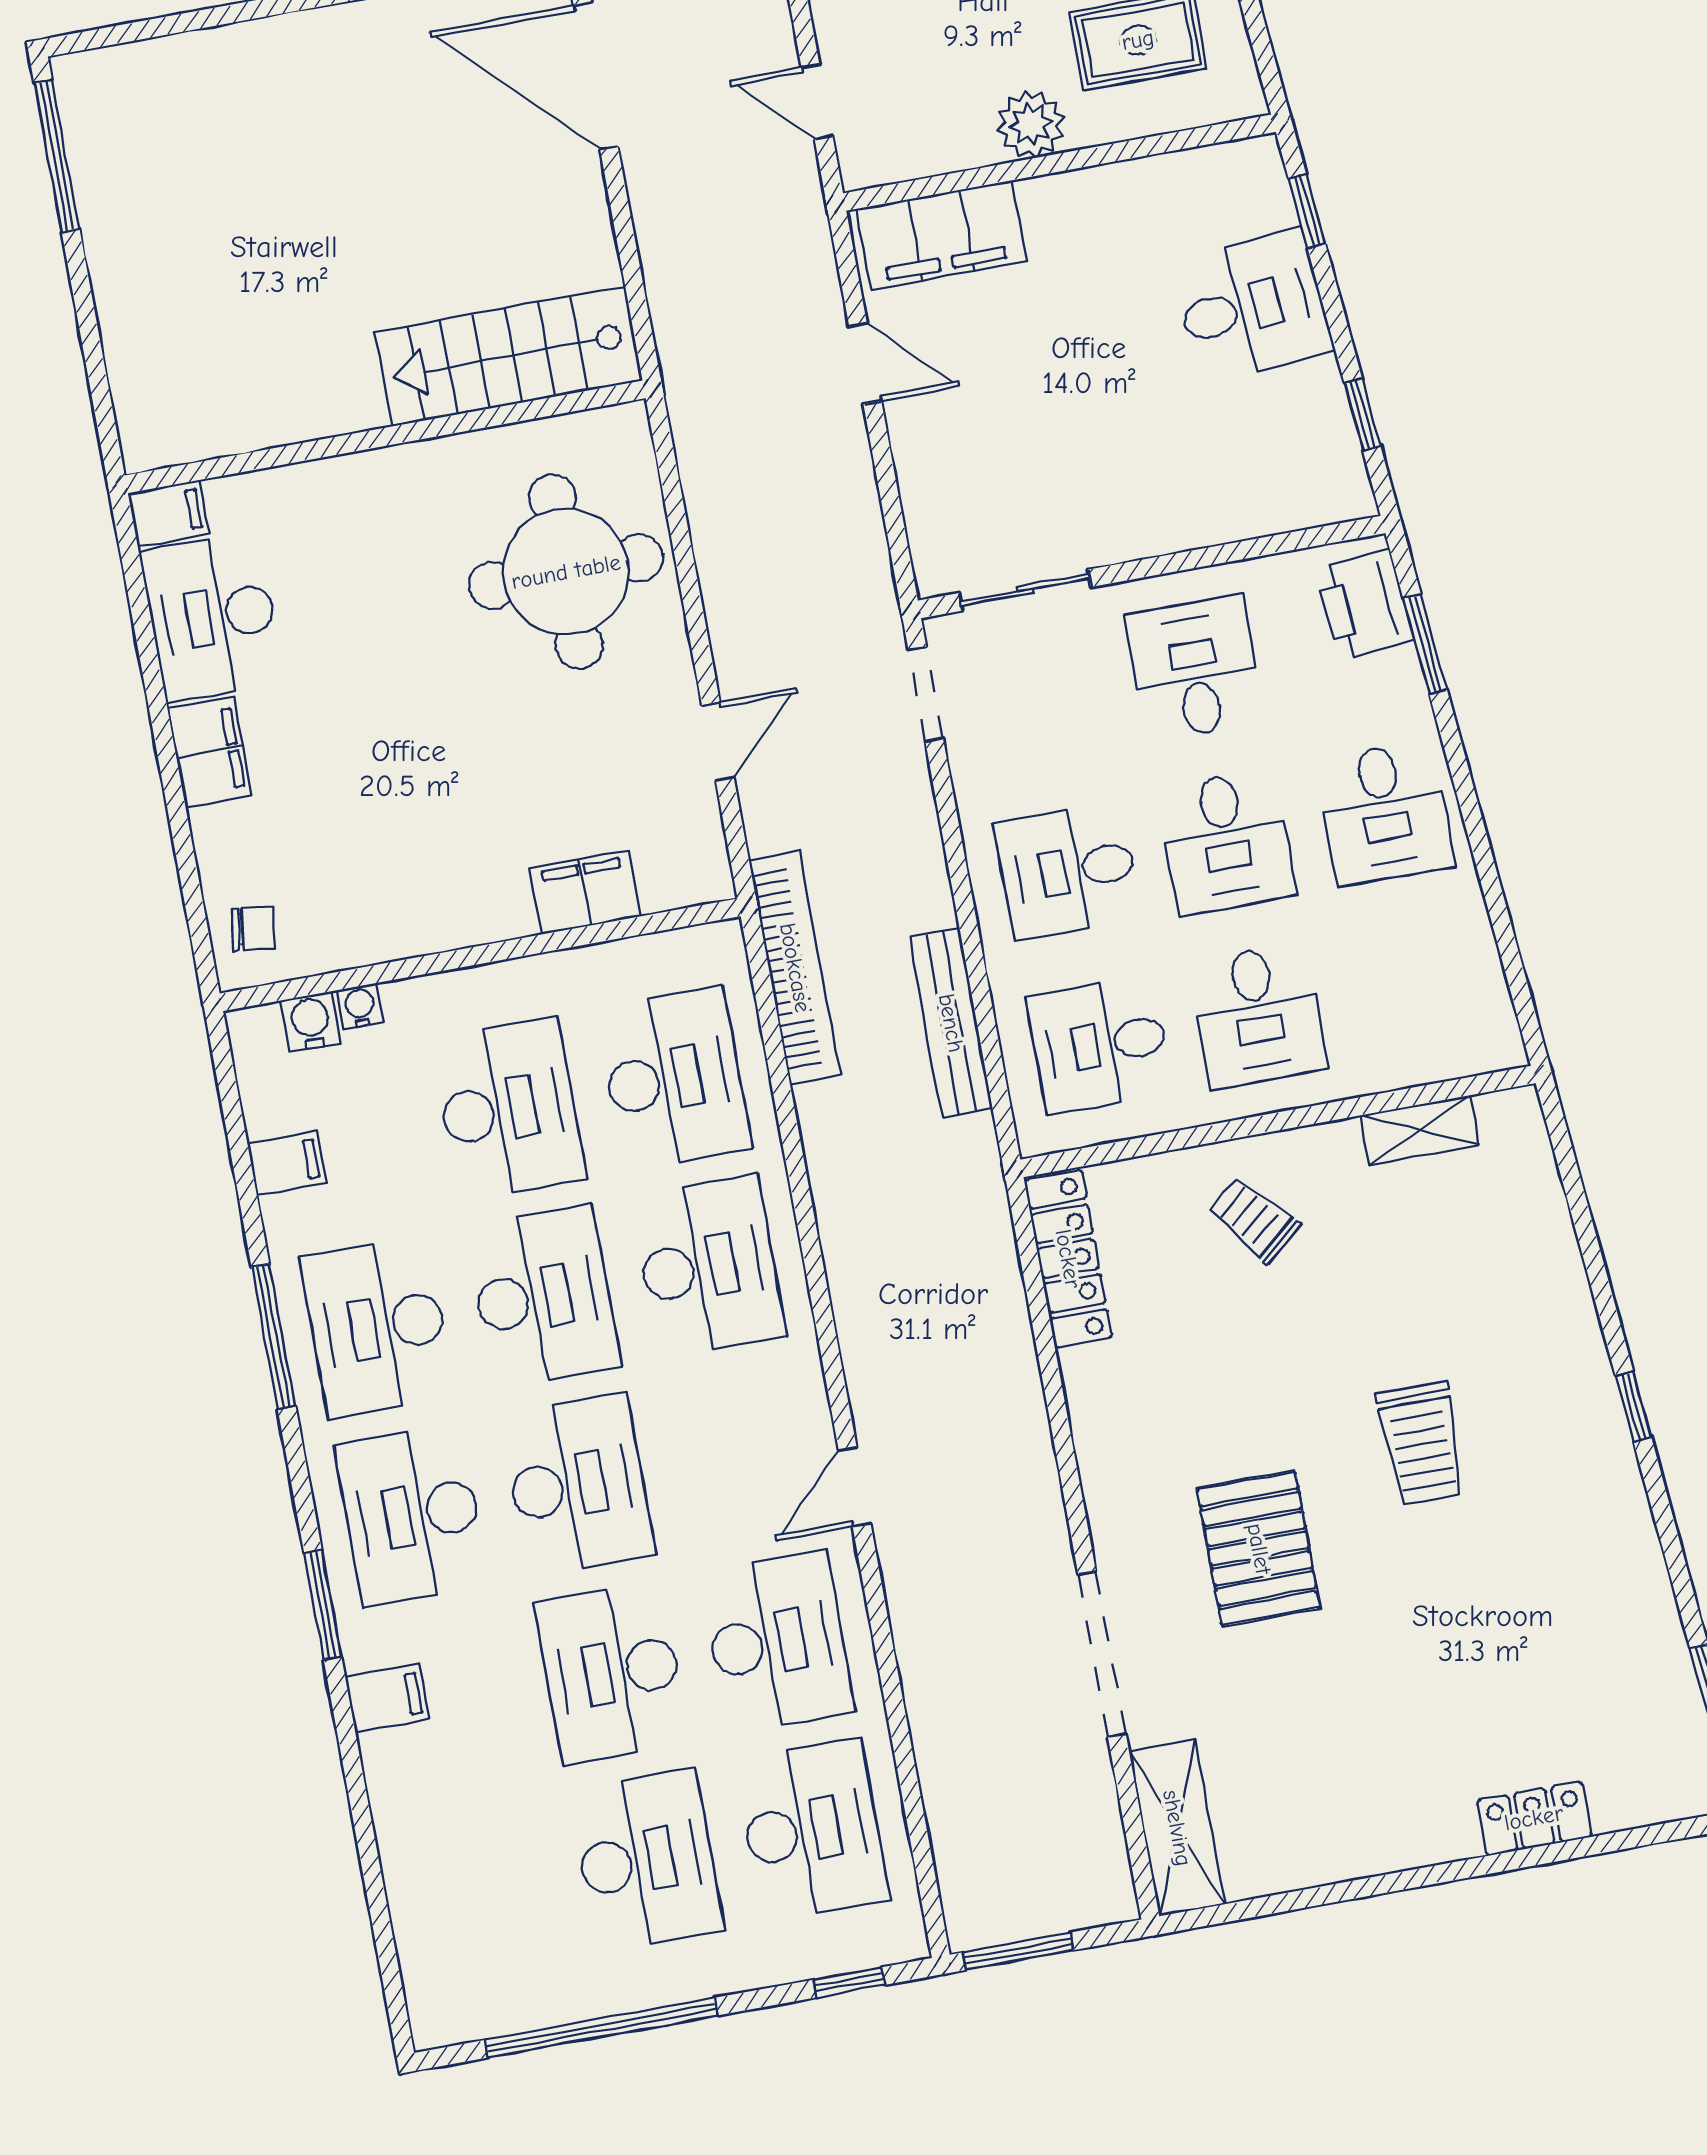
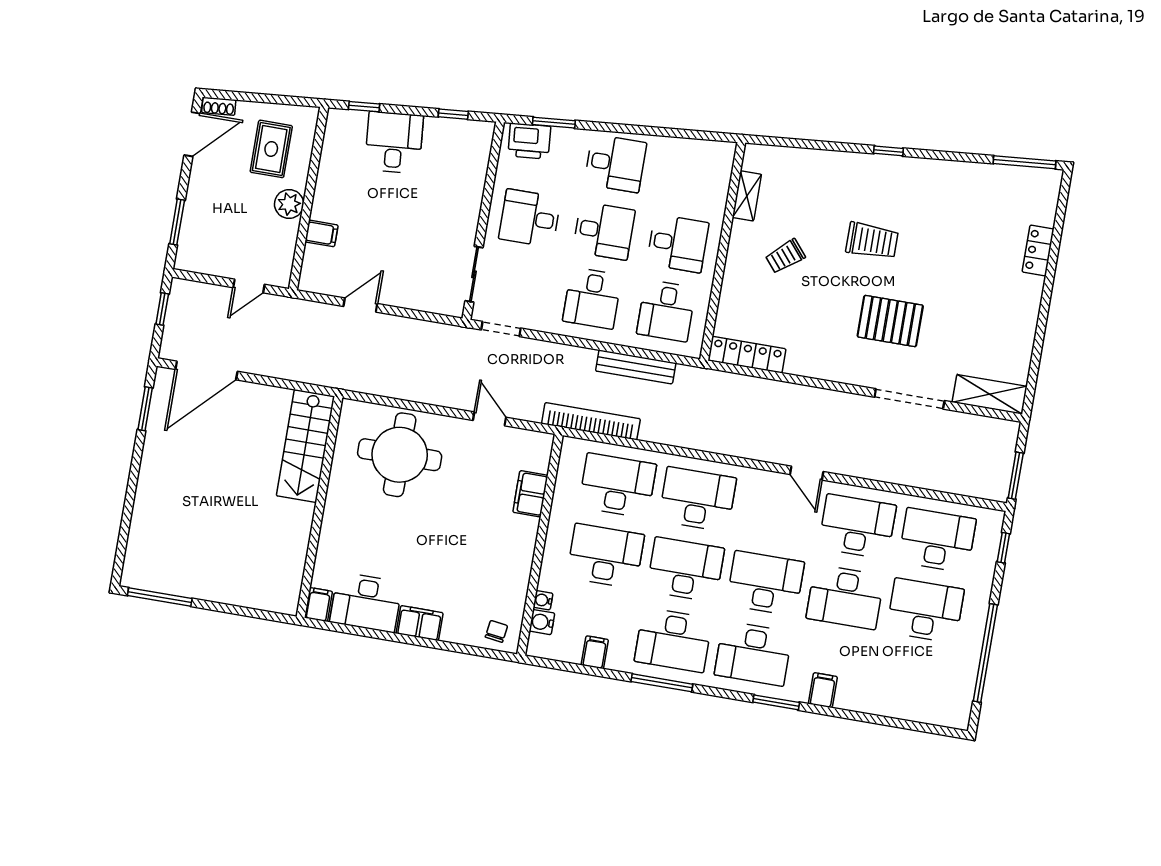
filing cabinet: (941, 235) -> (321, 233), width x0.33, depth x0.86
trolley: (1254, 1219) -> (785, 256), moved

